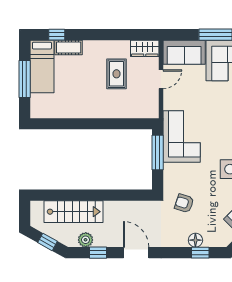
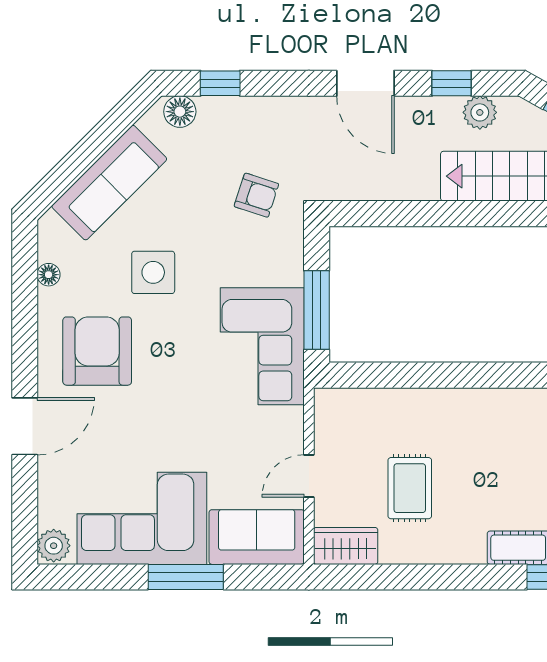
floor lamp: (195, 240) -> (180, 112), moved

